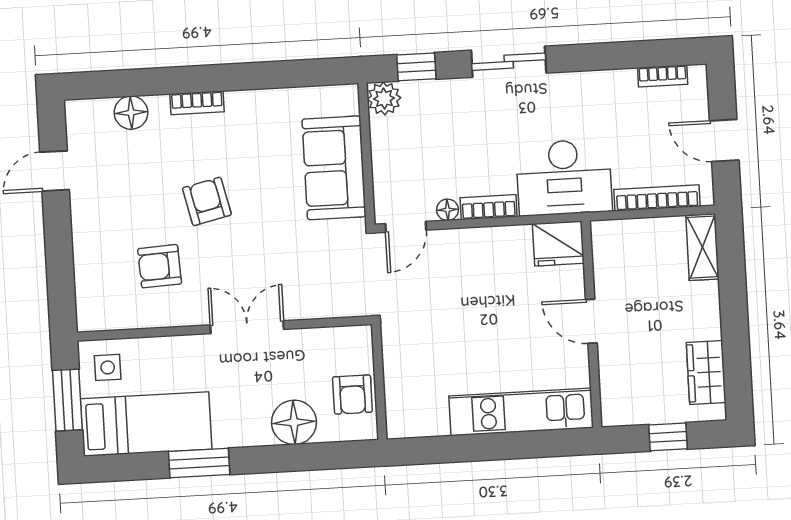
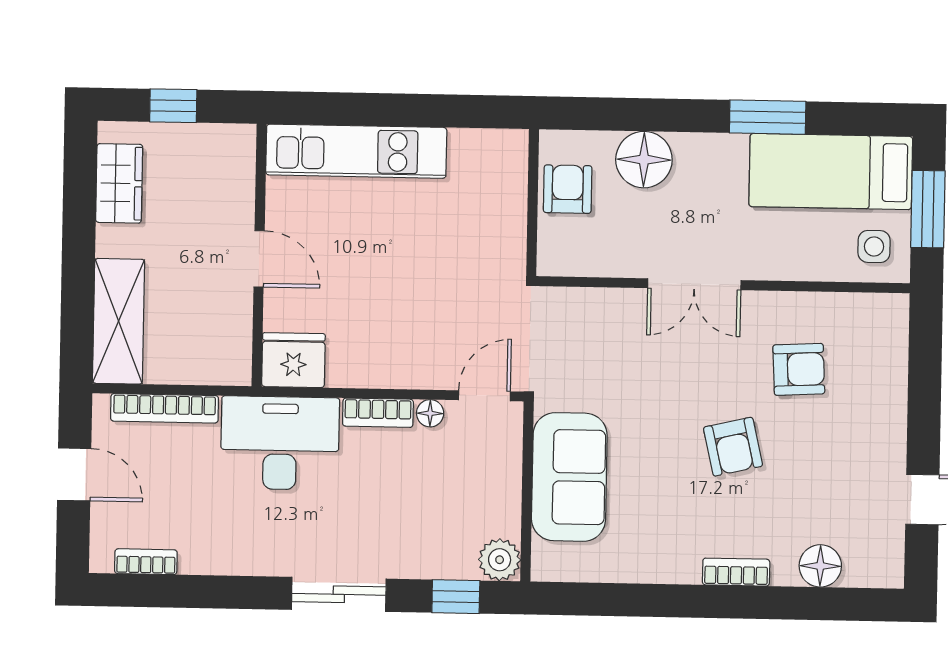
shelving: (702, 247) -> (119, 321), width x1.50, depth x1.33

